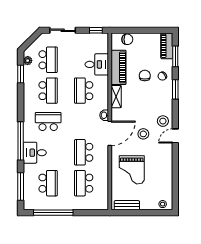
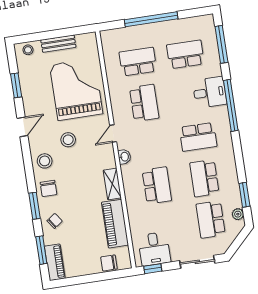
desk: (97, 64) -> (154, 249), moved, turned -90
chair: (145, 76) -> (48, 188), moved
door: (110, 133) -> (113, 134), width x0.53
door: (175, 136) -> (22, 127), moved
grand piano: (132, 170) -> (76, 89), width x1.37, depth x1.48
window: (175, 179) -> (16, 85), added
school desk: (48, 183) -> (185, 54), turned 90
school desk: (84, 183) -> (138, 62), turned -90
bench: (127, 205) -> (58, 44), moved
window: (53, 213) -> (151, 19), moved

